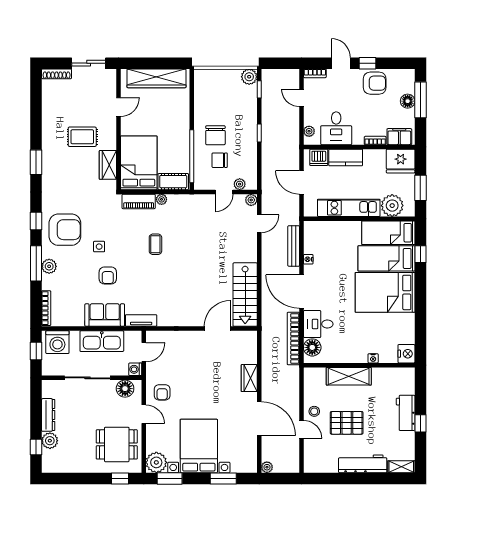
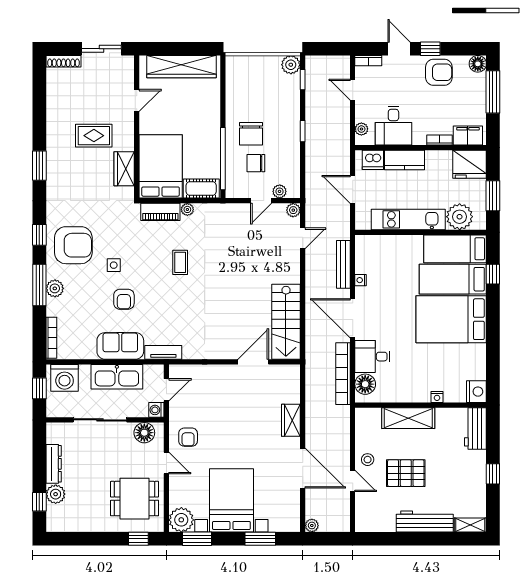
floor lamp: (408, 101) -> (478, 64), moved
workbench: (406, 413) -> (475, 428), moved

